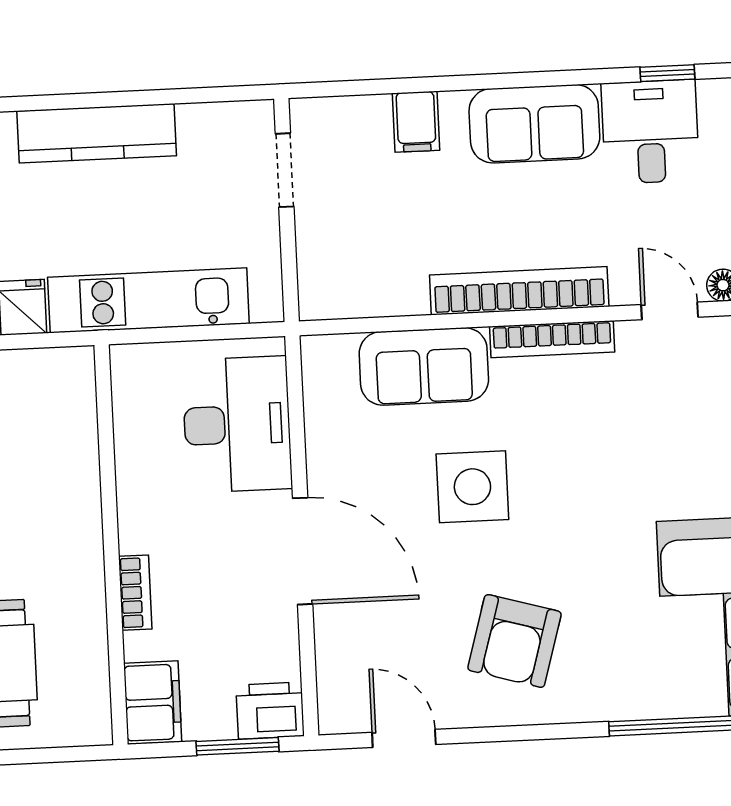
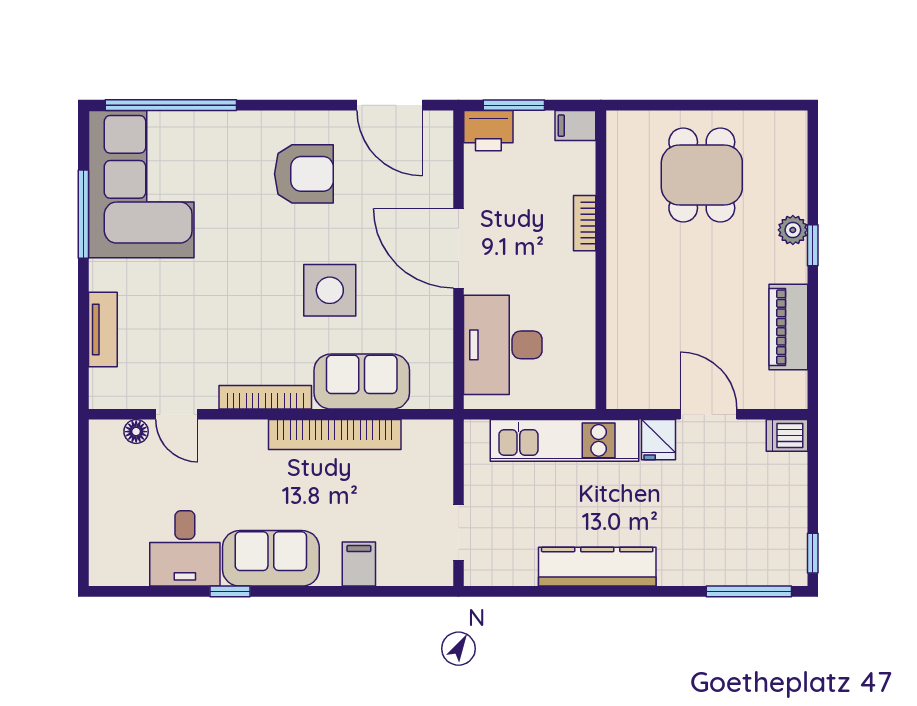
window: (667, 73) -> (230, 591), moved
bookcase: (519, 291) -> (335, 434), moved
armchair: (514, 641) -> (304, 174), turned 74
filing cabinet: (153, 703) -> (575, 126), width x0.50
door: (404, 738) -> (390, 105), width x1.38

